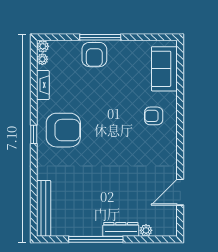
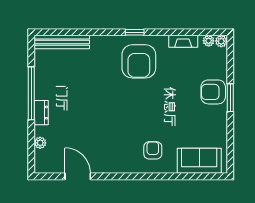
window: (100, 37) -> (230, 98), width x0.69
dresser: (121, 229) -> (41, 113), width x0.70

